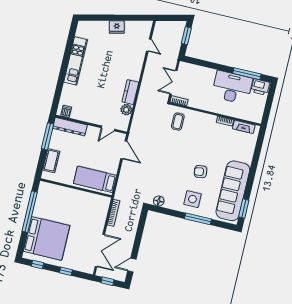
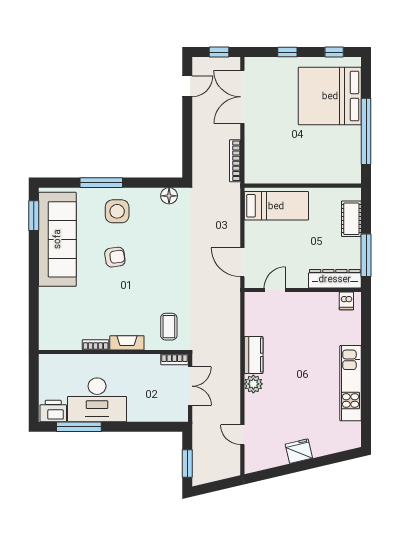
plant: (126, 110) -> (253, 384), moved
fireplace: (244, 127) -> (127, 343), moved

